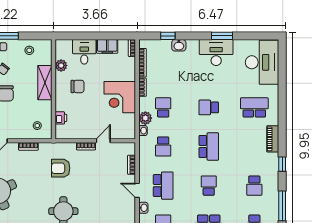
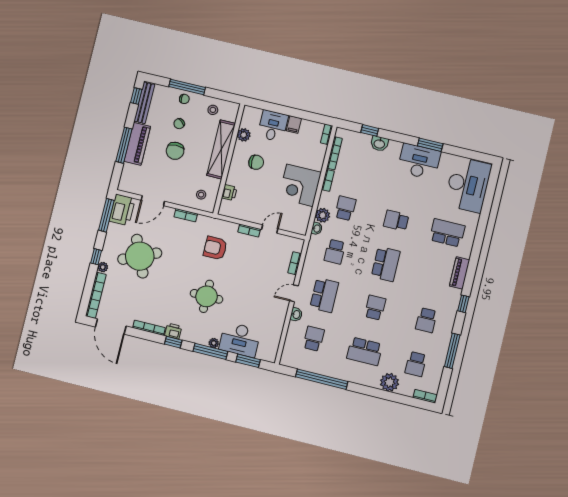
filing cabinet: (107, 46) -> (294, 125), width x0.50
shelving: (45, 83) -> (221, 149), width x1.47
door: (137, 190) -> (294, 293), hinge flipped

